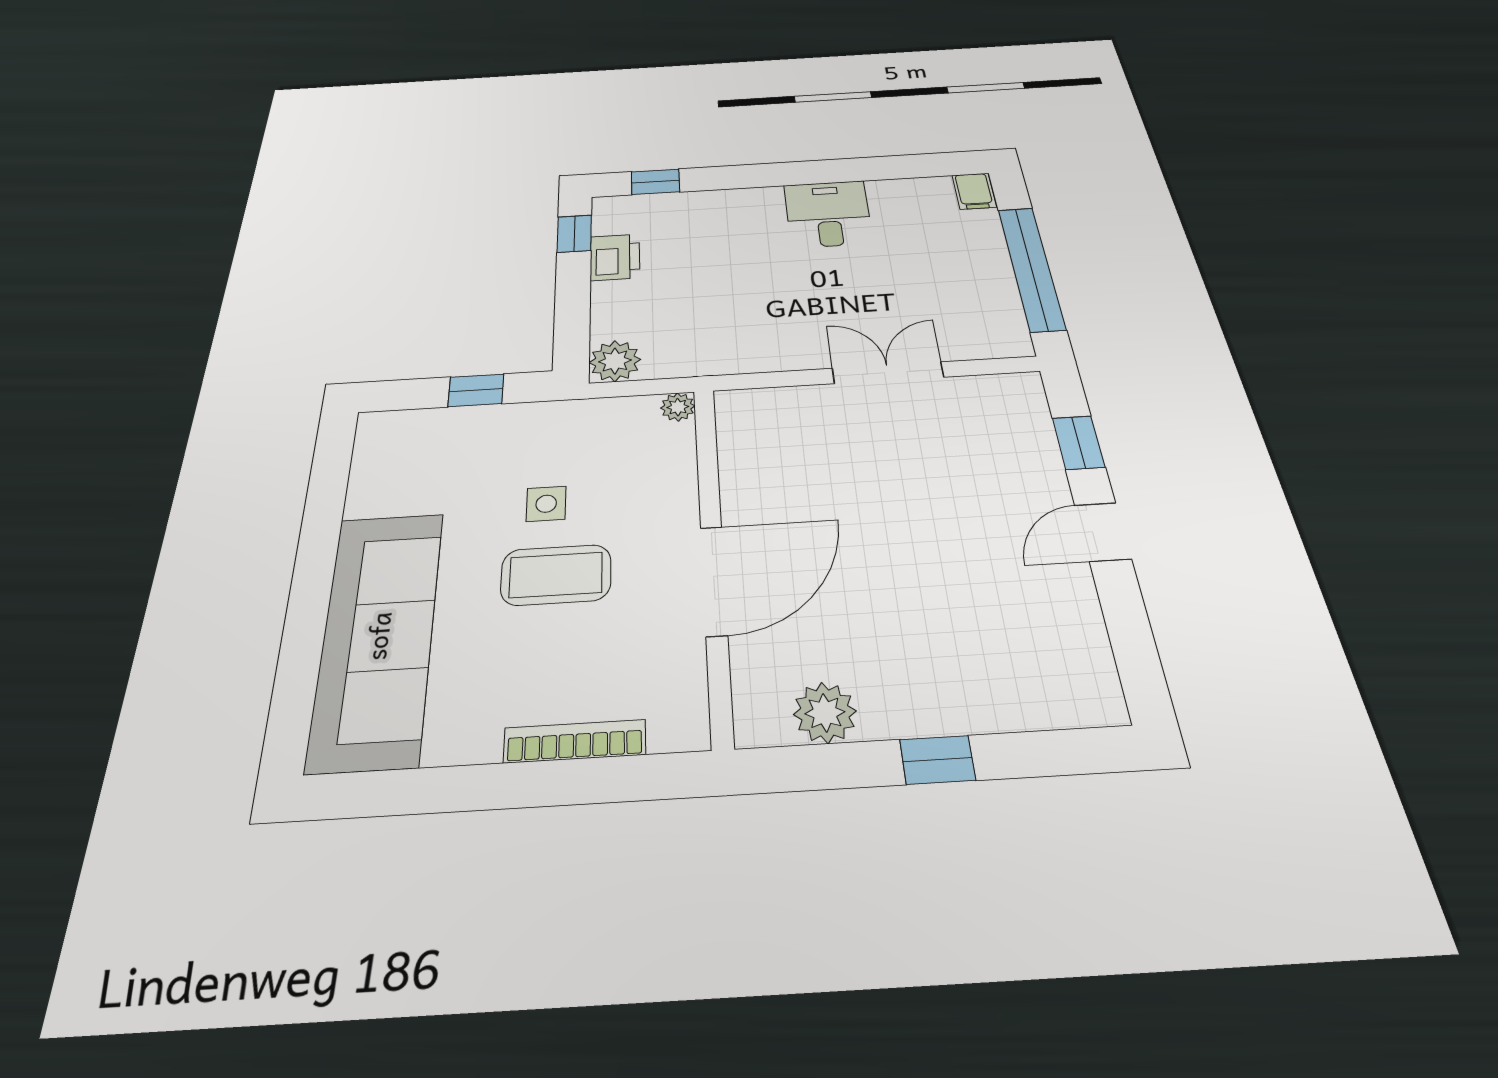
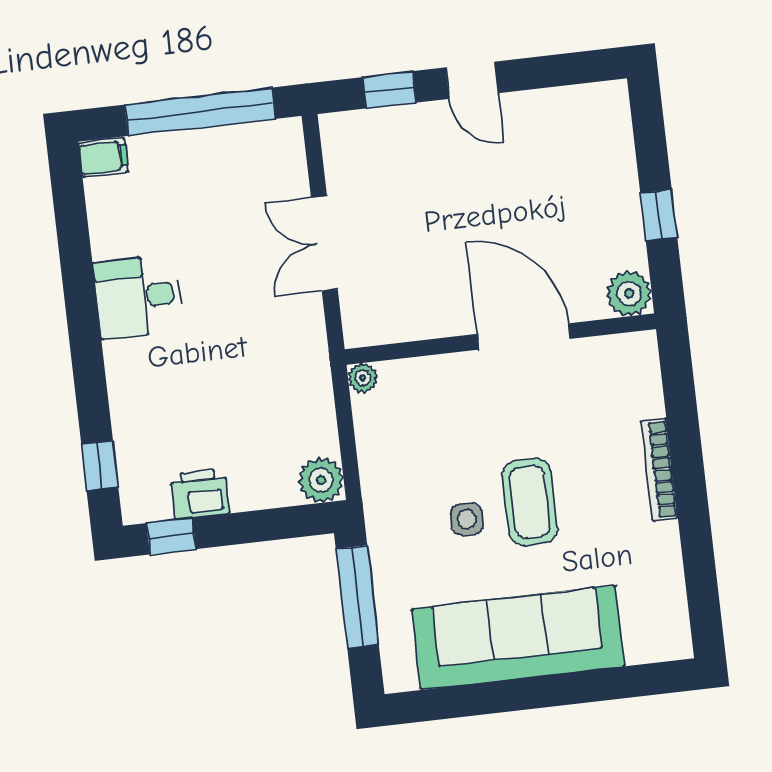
window: (476, 390) -> (357, 597), width x2.17
plant: (678, 407) -> (363, 378), moved
wall: (712, 553) -> (500, 339), moved
door: (714, 580) -> (524, 336), moved
sofa: (378, 636) -> (518, 638), moved

